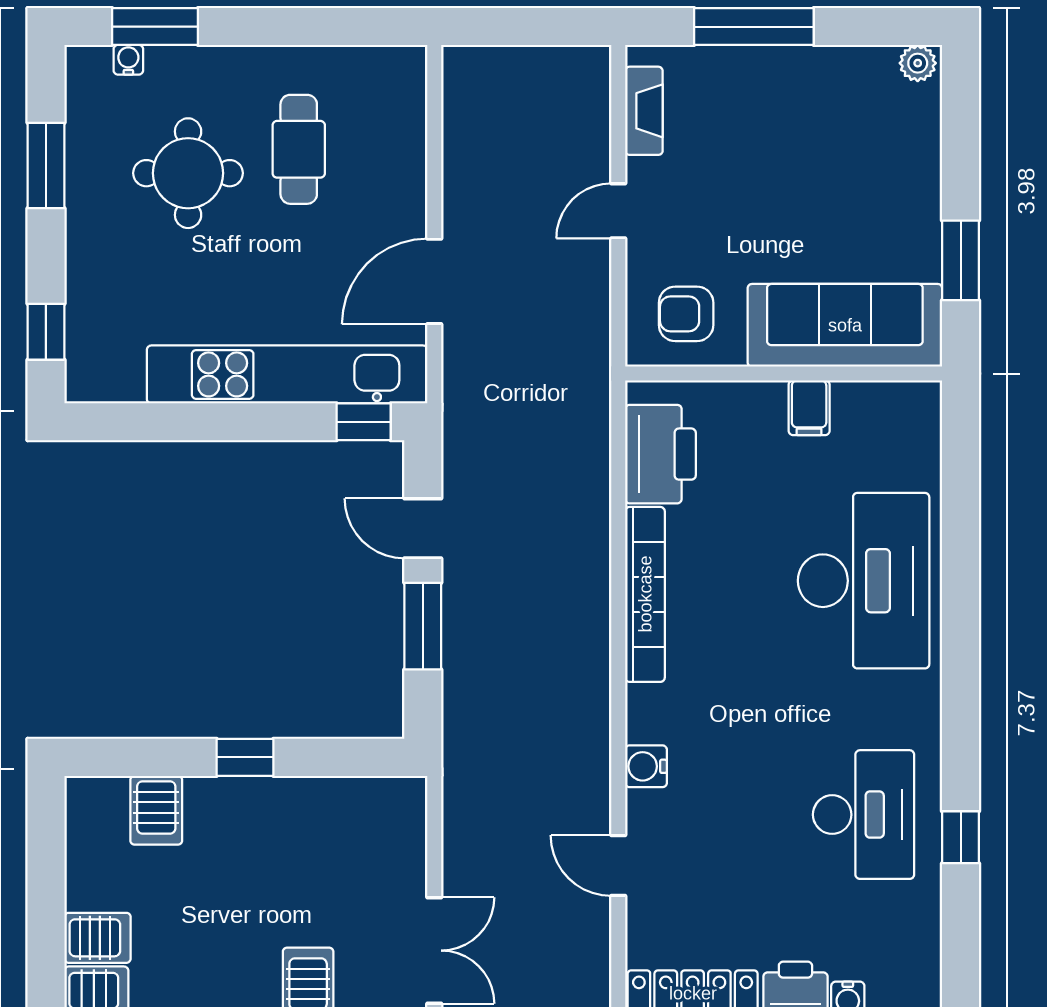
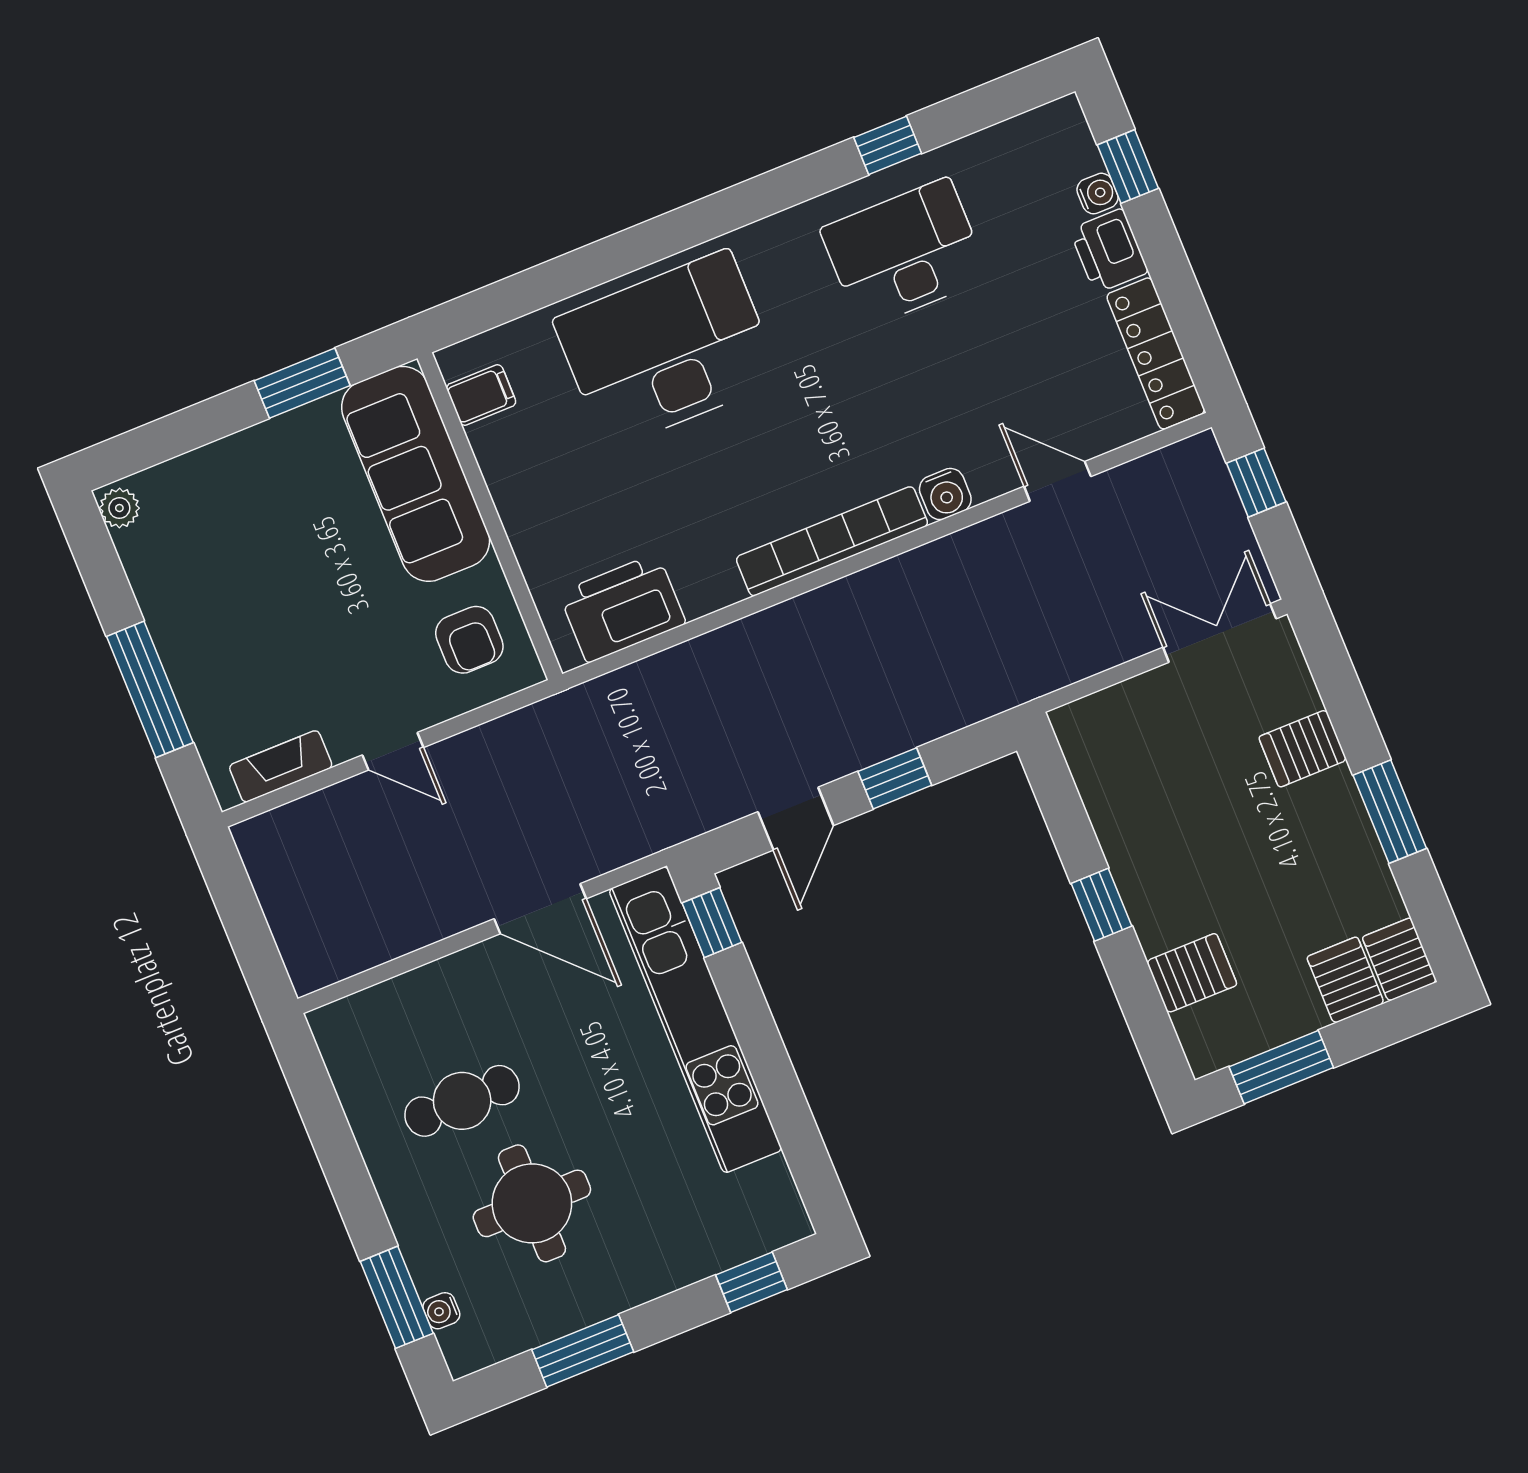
filing cabinet: (809, 408) -> (481, 395), moved
bookcase: (645, 594) -> (832, 541), moved
window: (423, 626) -> (895, 778), width x0.67
window: (46, 854) -> (1281, 1067), added
door: (618, 866) -> (1057, 481), swing flipped

